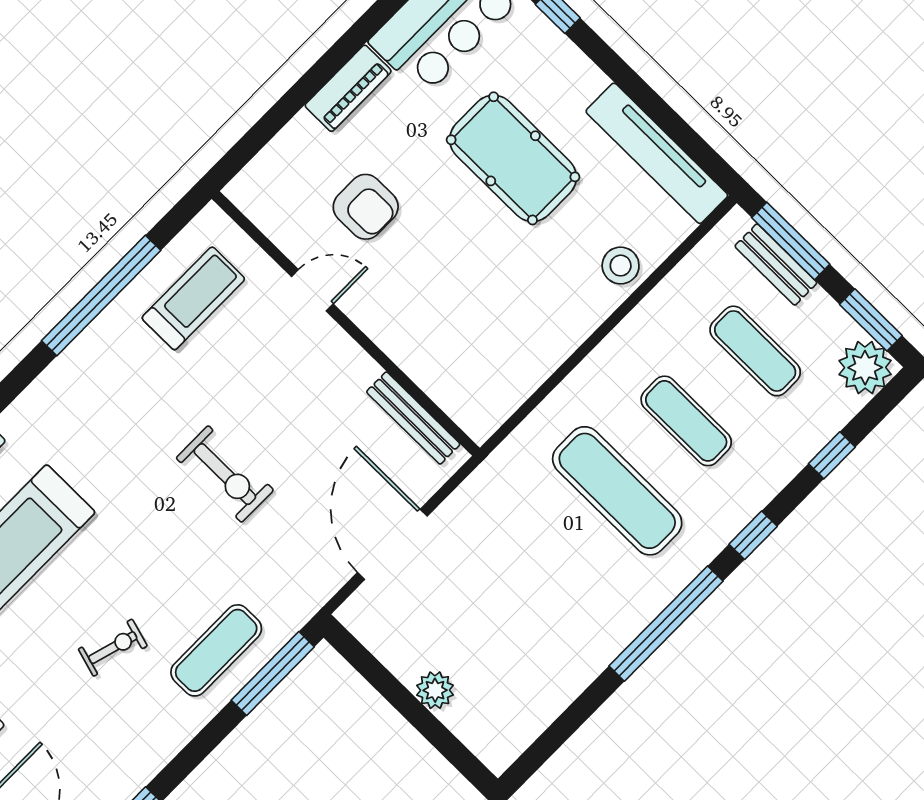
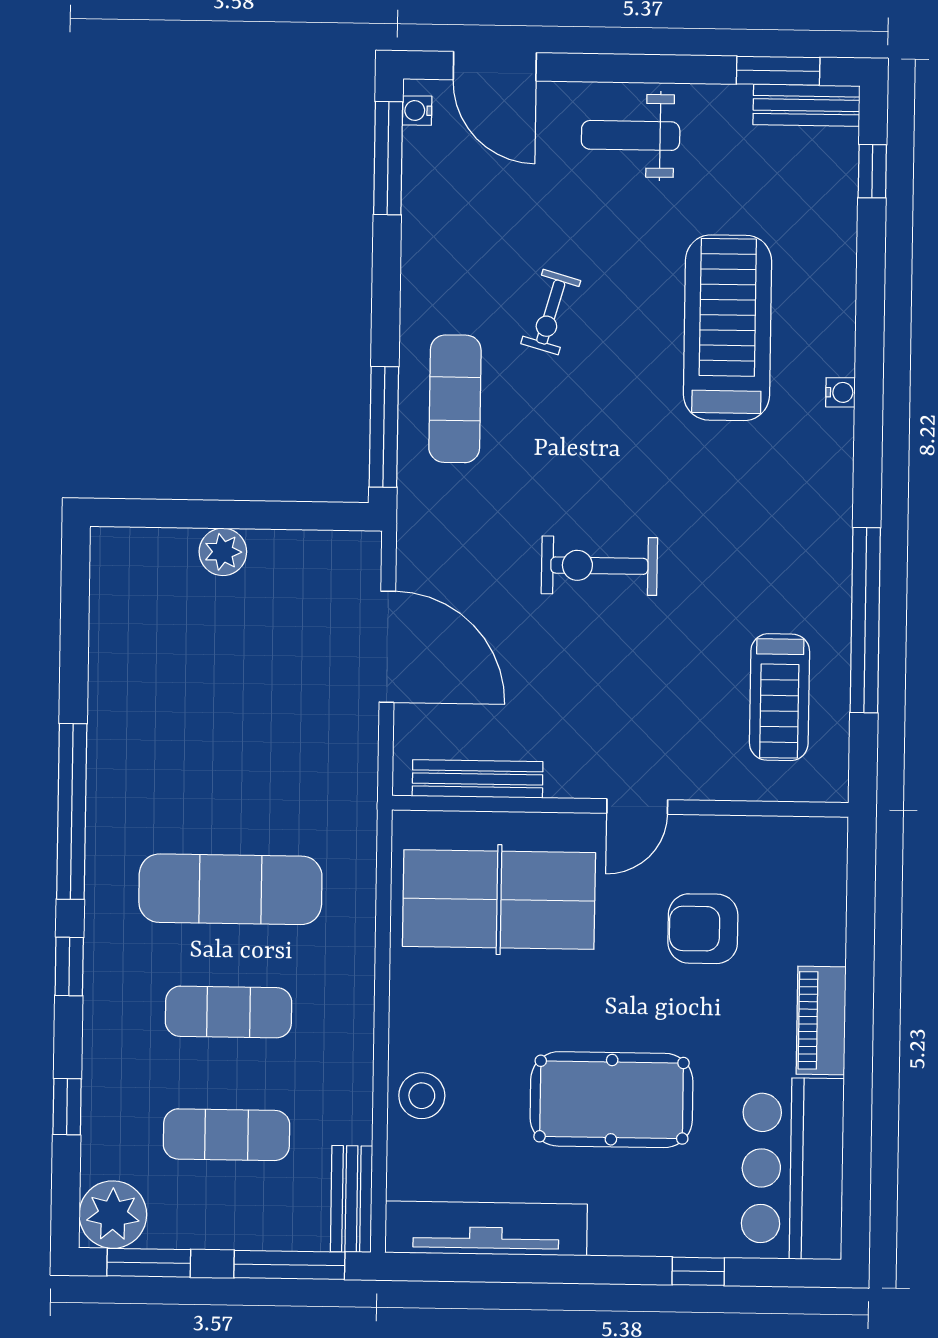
bench: (776, 264) -> (351, 1199), moved, turned 90
door: (312, 290) -> (637, 807), moved
table tennis table: (468, 336) -> (499, 900), added

